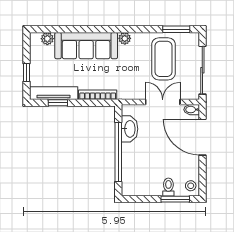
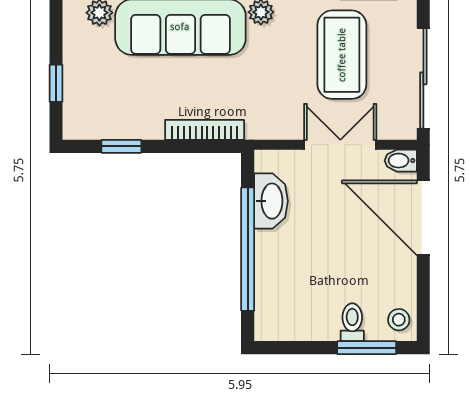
tv unit: (54, 93) -> (112, 126), removed

